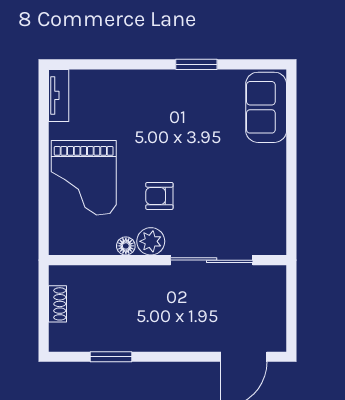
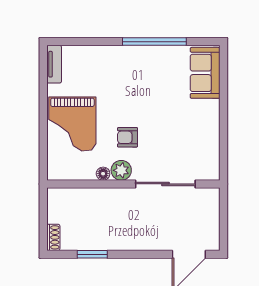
window: (196, 64) -> (154, 42), width x2.11
shoe rack: (57, 304) -> (53, 237), moved

